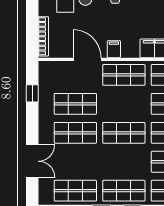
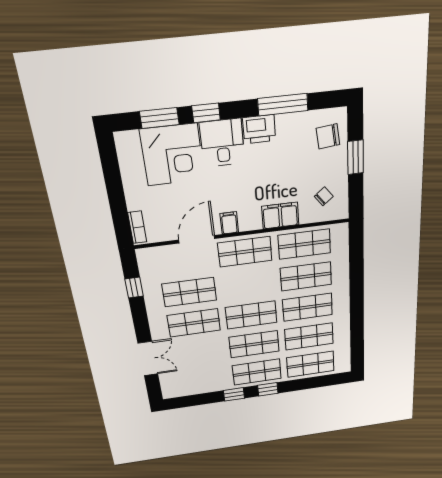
bookcase: (43, 36) -> (137, 227), width x0.64
door: (87, 59) -> (197, 239), hinge flipped
shop shelf: (75, 191) -> (254, 344), moved

